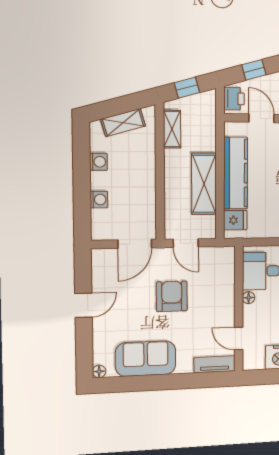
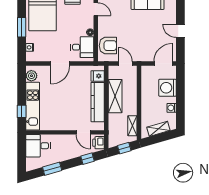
washing machine: (99, 200) -> (168, 88), width x1.89, depth x1.89
door: (135, 244) -> (163, 64), moved
armchair: (172, 296) -> (108, 46), moved, turned -90
door: (84, 305) -> (180, 31), hinge flipped

